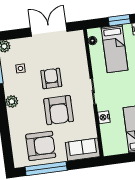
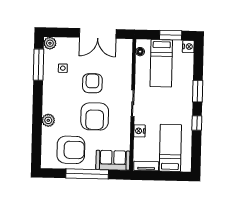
double door: (49, 30) -> (98, 33), swing flipped
plant: (12, 101) -> (48, 120), moved
tv unit: (116, 150) -> (146, 166), added
window: (46, 169) -> (87, 174), moved

